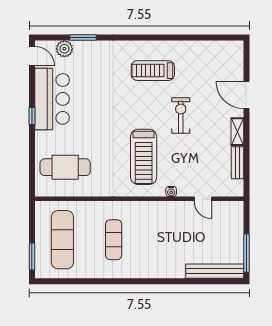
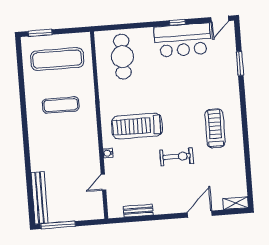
plant: (64, 49) -> (228, 48), removed
window: (32, 116) -> (177, 22), moved
shelving: (237, 132) -> (236, 203), moved

